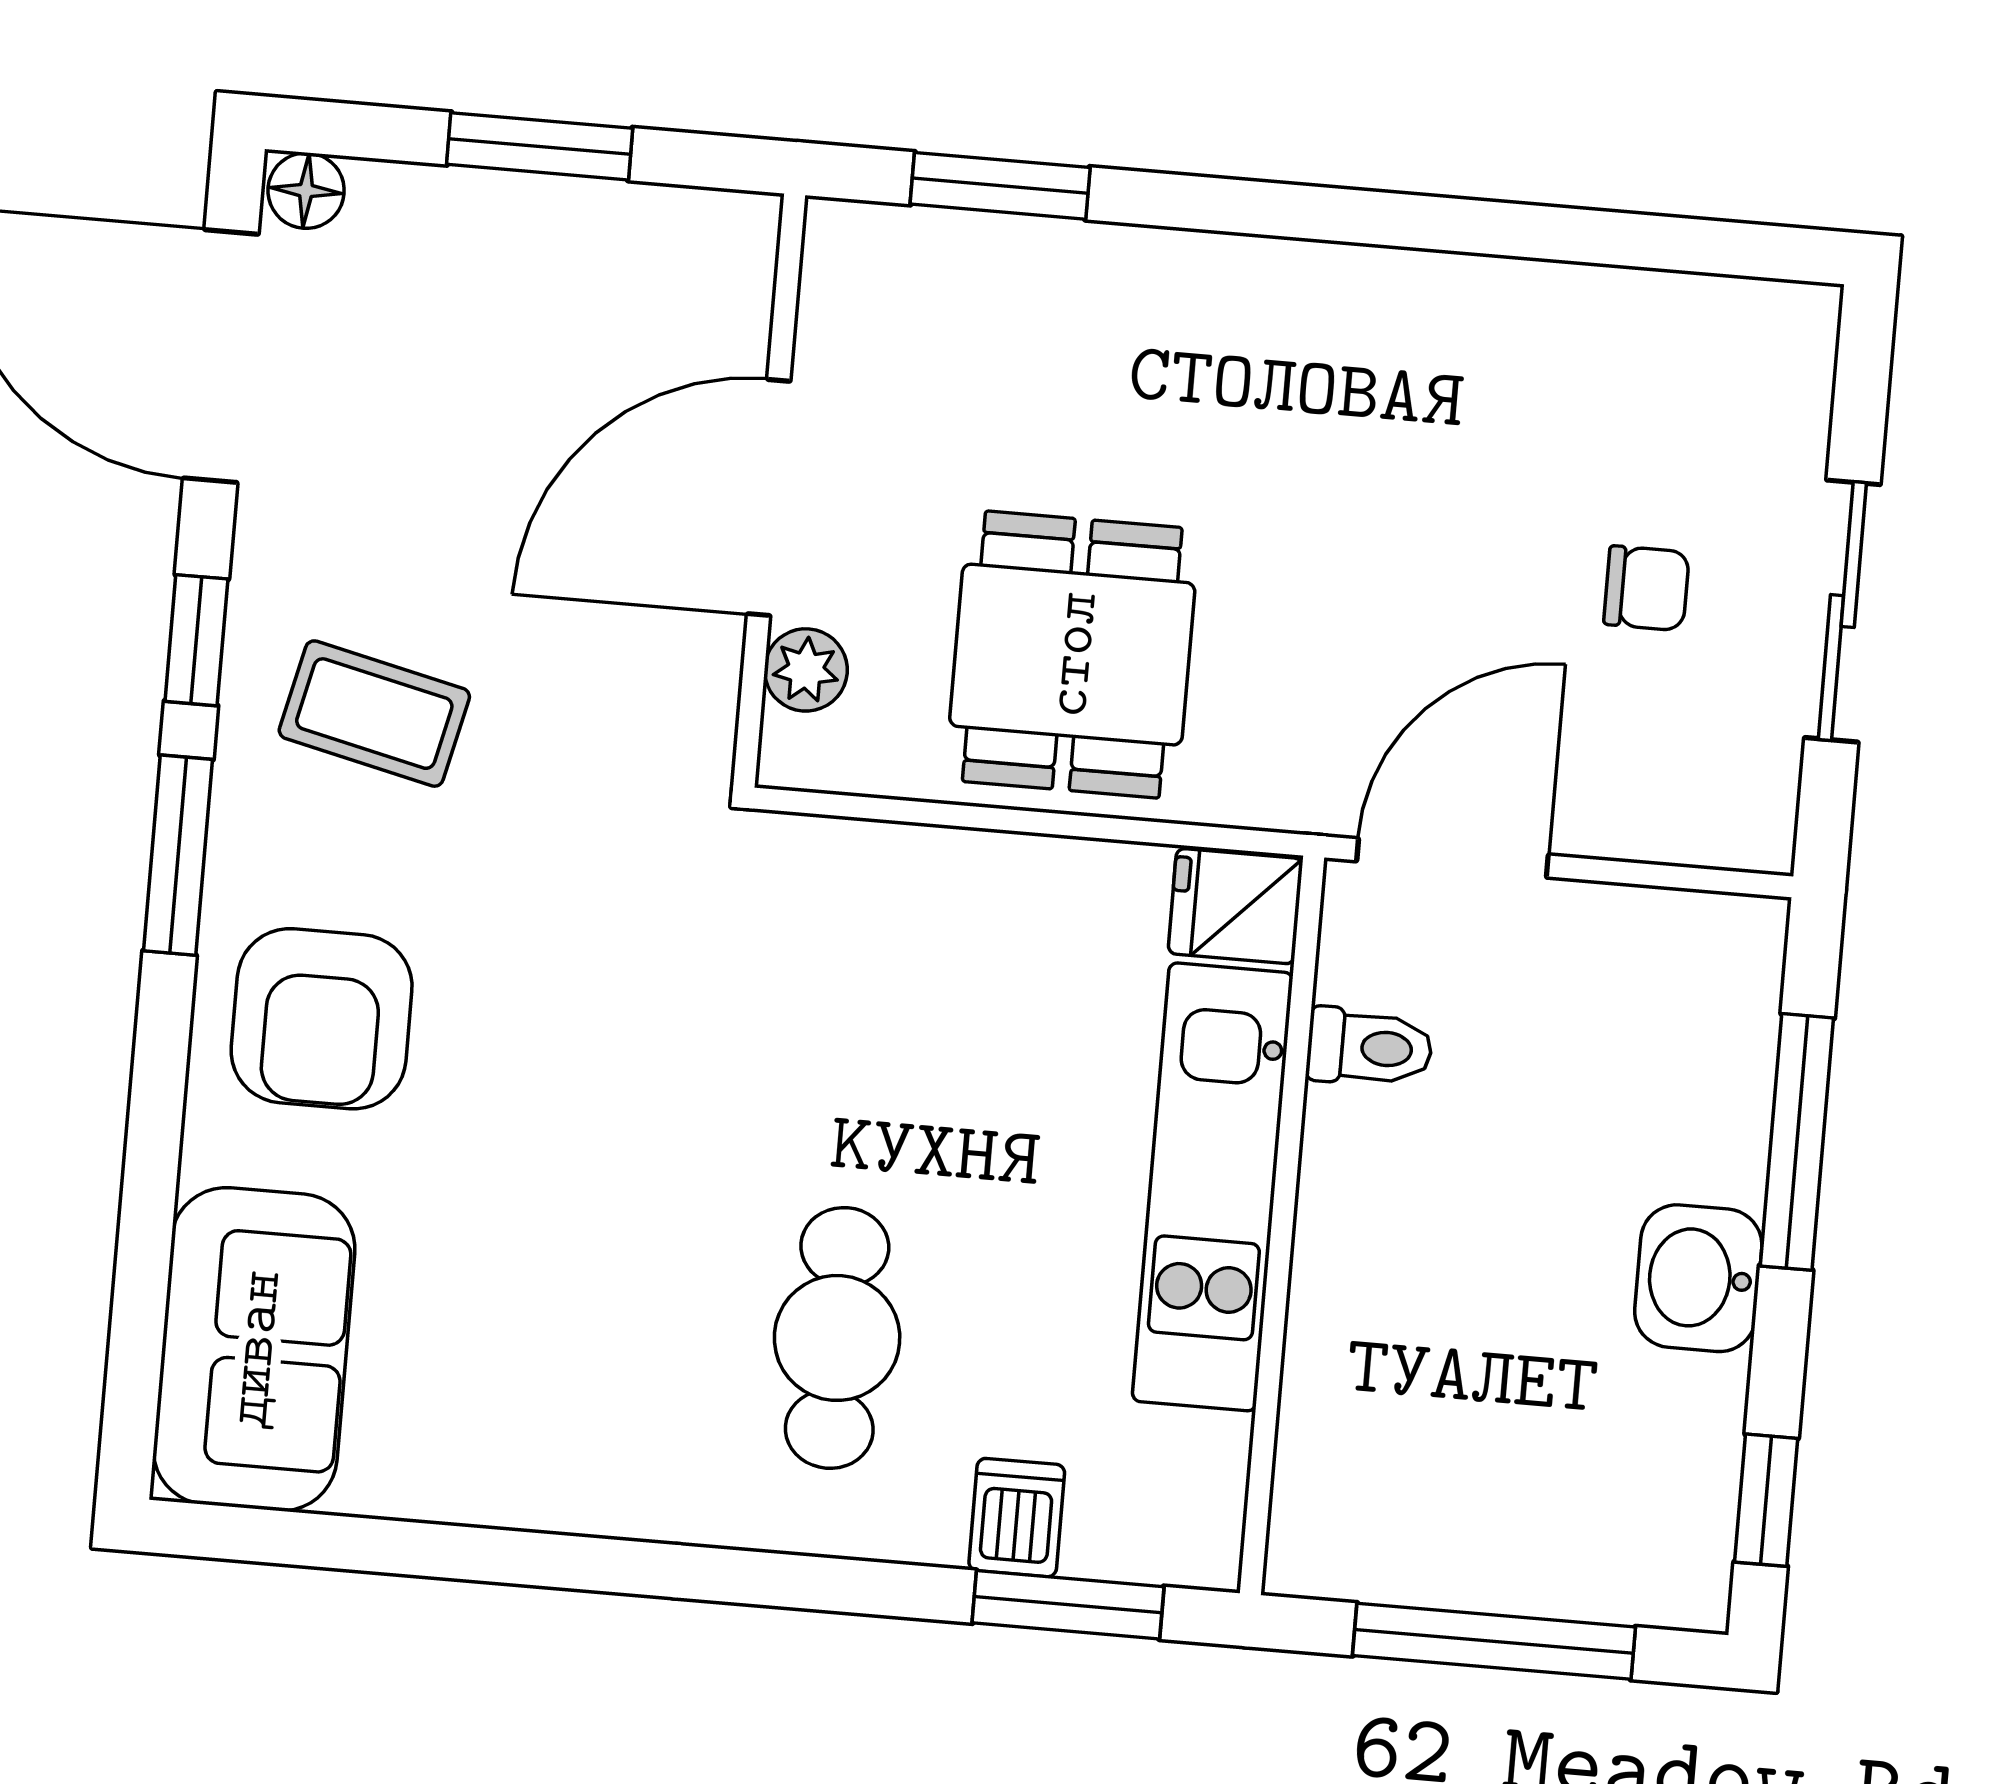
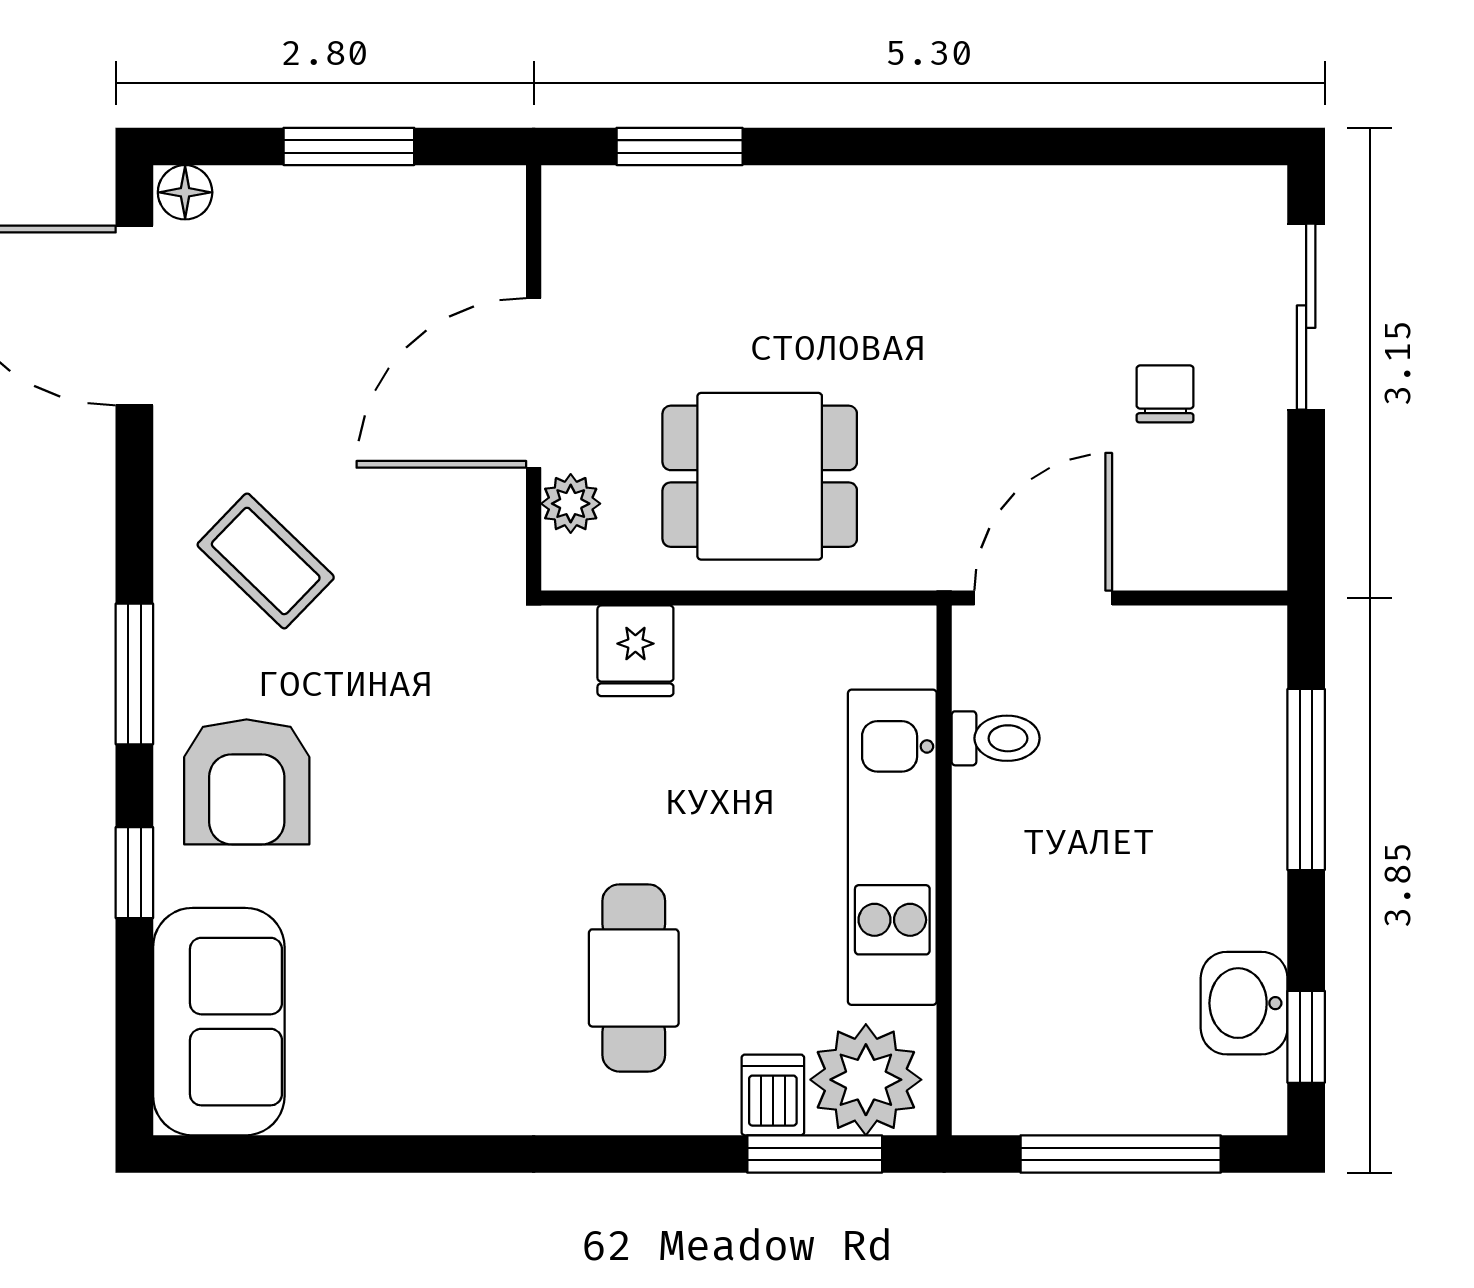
chair: (1646, 588) -> (1165, 394), turned -90
sliding door: (1842, 611) -> (1306, 317), moved
window: (196, 640) -> (134, 873), moved
dining table: (1072, 655) -> (760, 476), turned 90
coffee table: (374, 714) -> (266, 561), turned 31
fridge: (1235, 906) -> (635, 651), moved, turned -90
washbasin: (1698, 1278) -> (1244, 1003), moved
plant: (1148, 1507) -> (866, 1080), added

